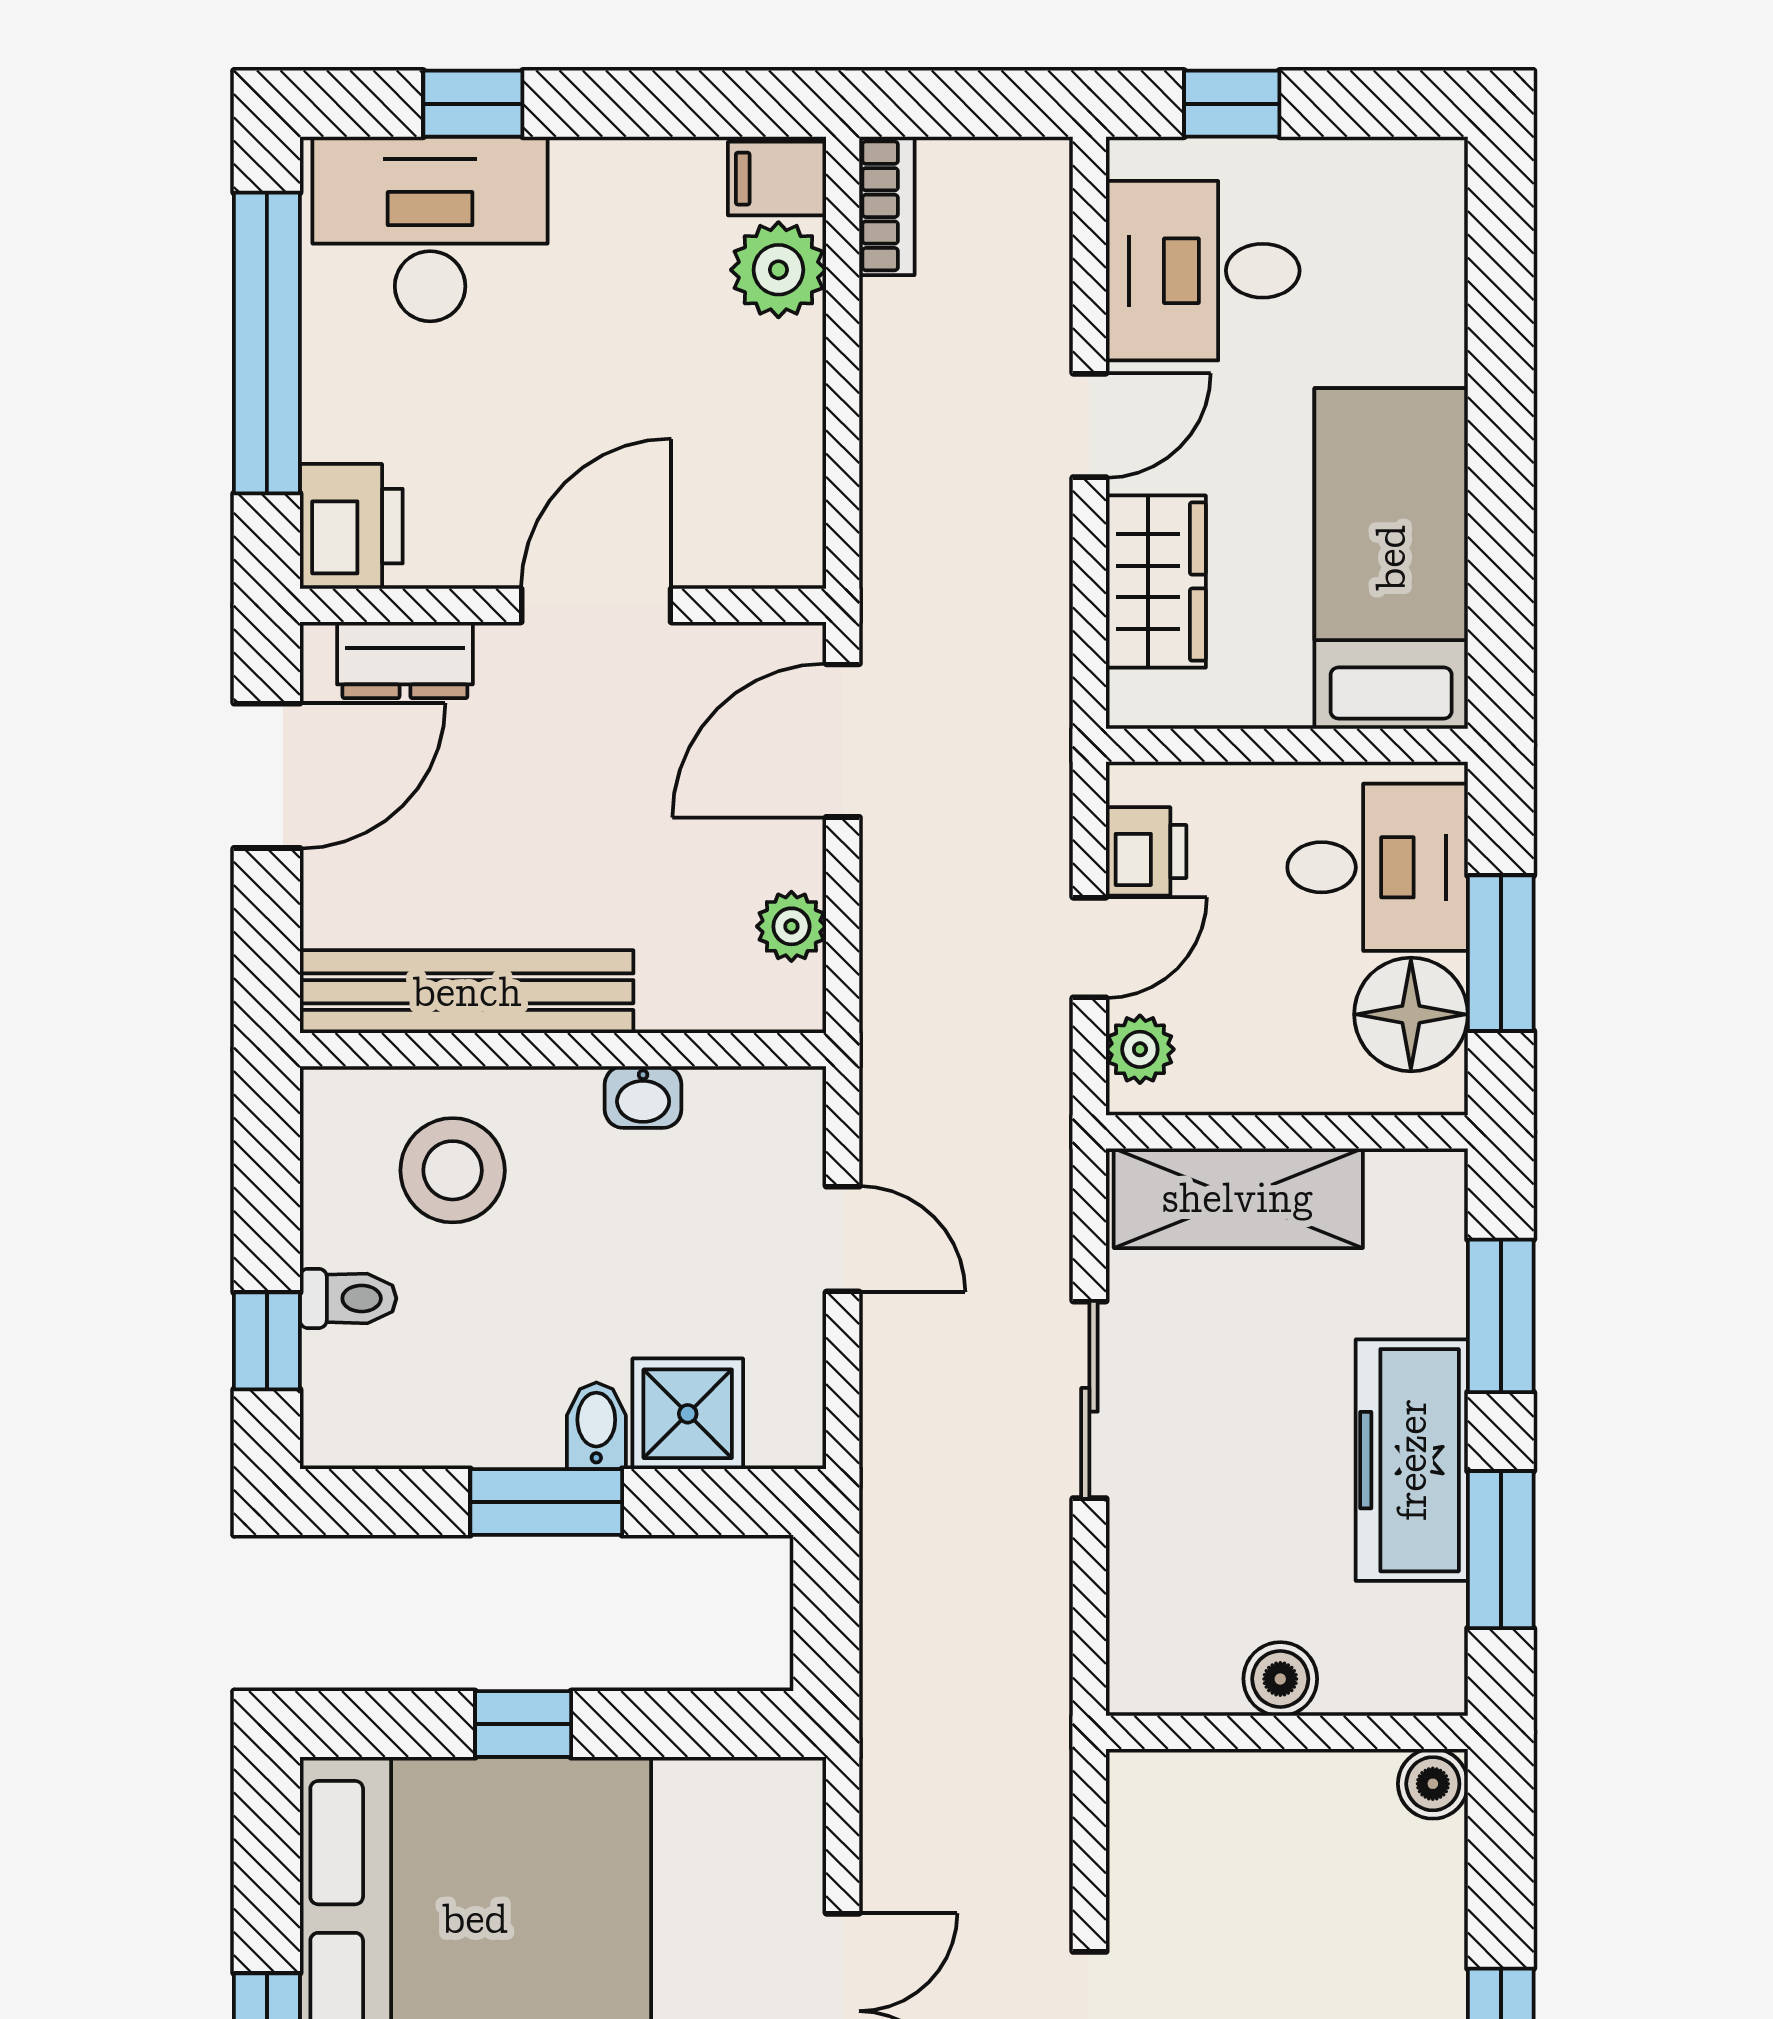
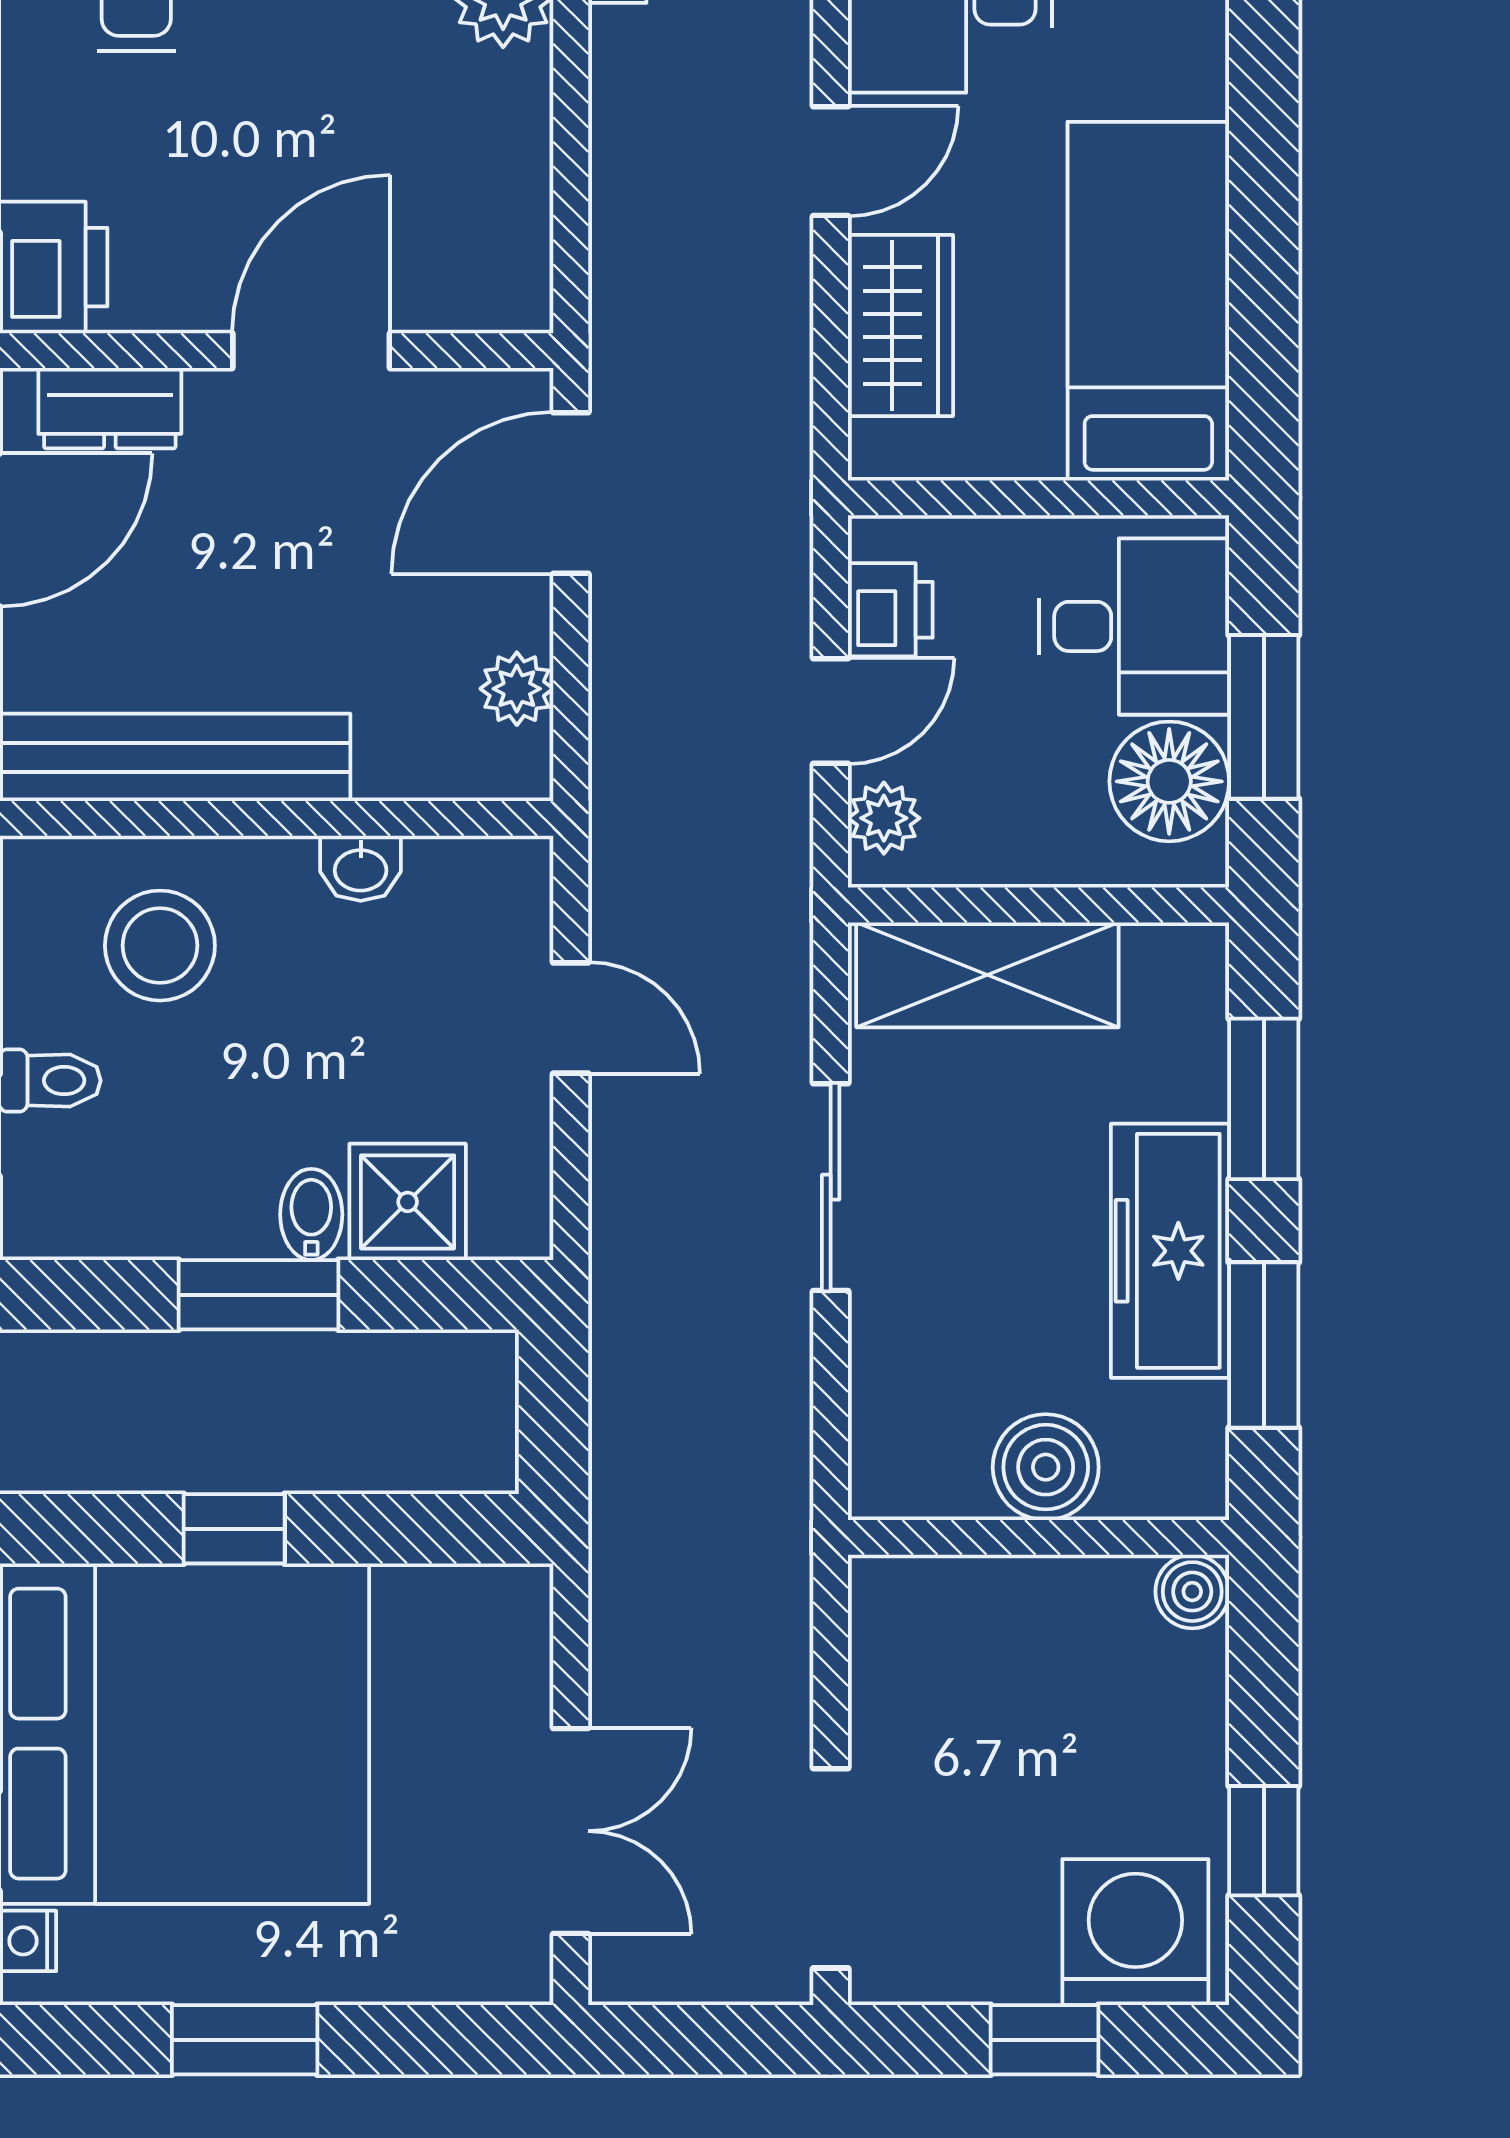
boiler: (1280, 1679) -> (1046, 1467), width x1.36, depth x1.36

